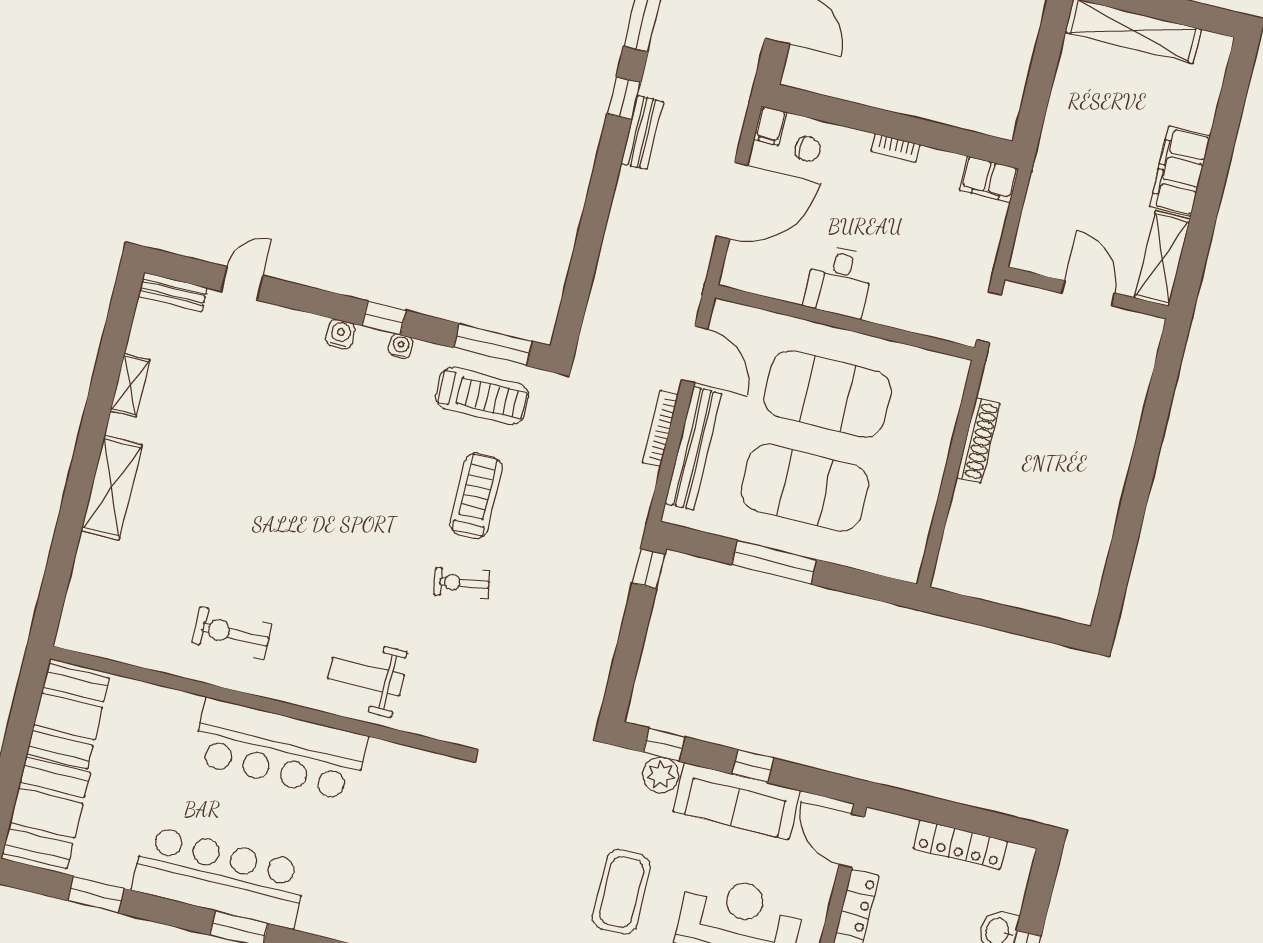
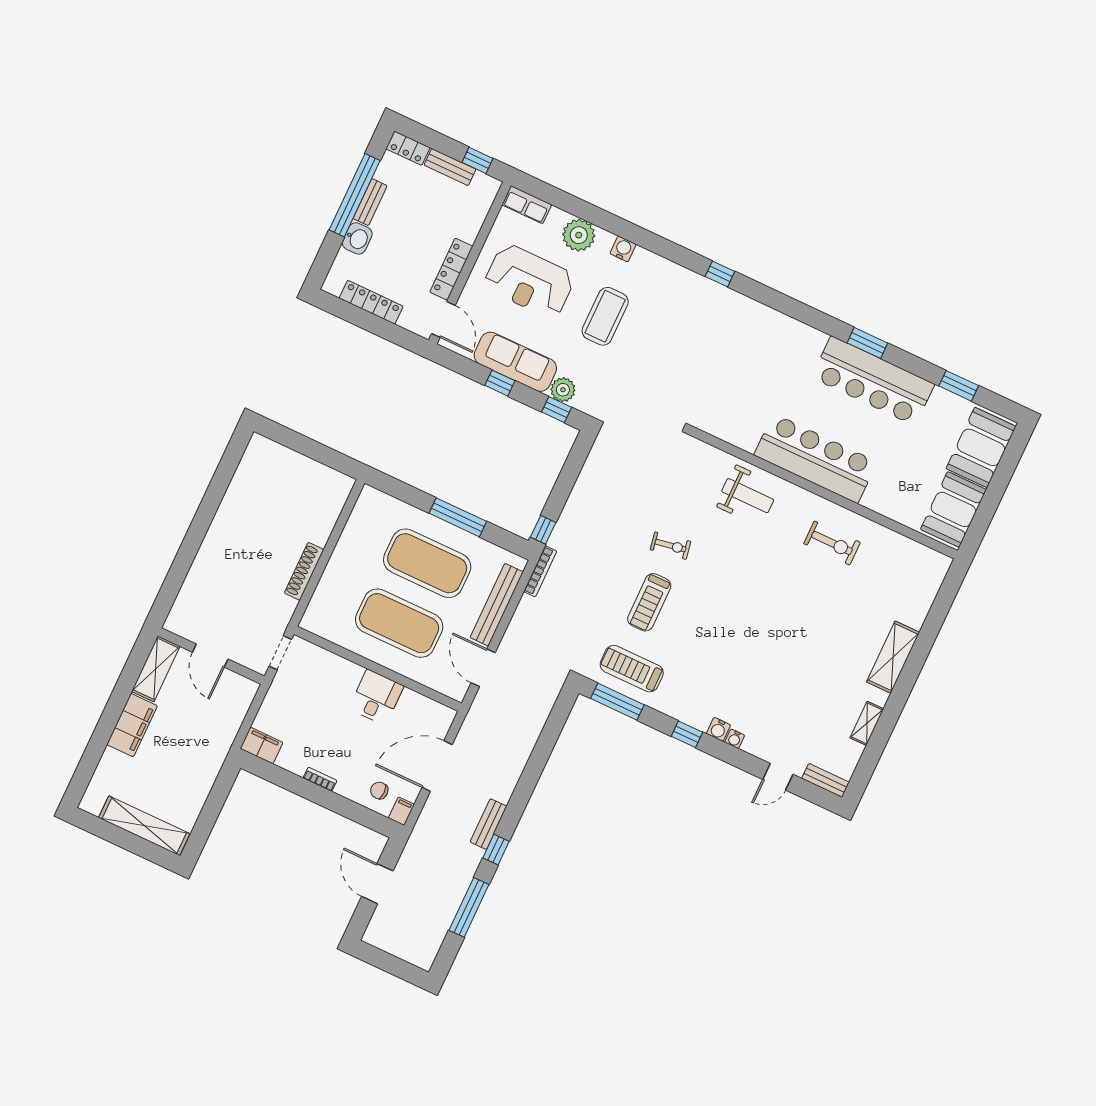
water cooler: (401, 346) -> (735, 739), moved
bookcase: (660, 429) -> (540, 571), moved

